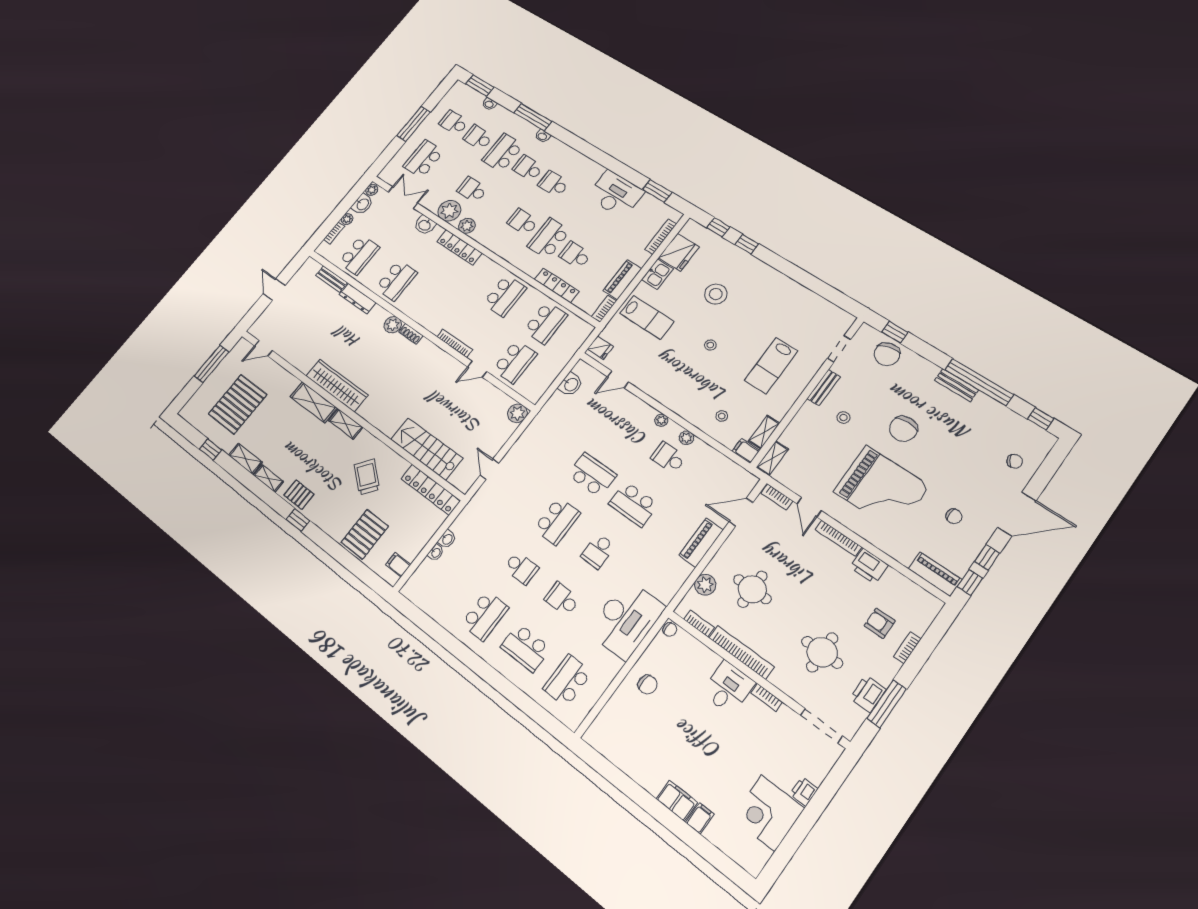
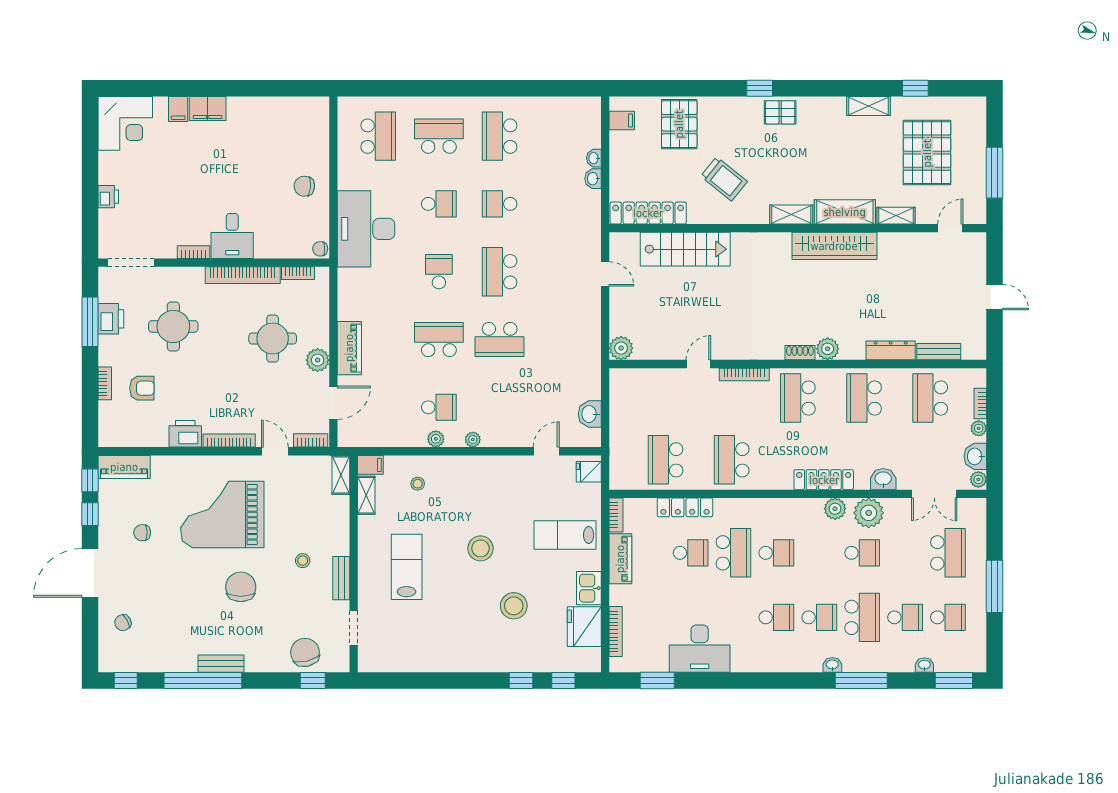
stool: (710, 345) -> (481, 548), width x1.89, depth x1.89
school desk: (515, 362) -> (798, 398), moved
shelving: (268, 478) -> (896, 216), moved
plant: (705, 585) -> (318, 360), moved
corner desk: (768, 813) -> (125, 123), moved, turned 90

